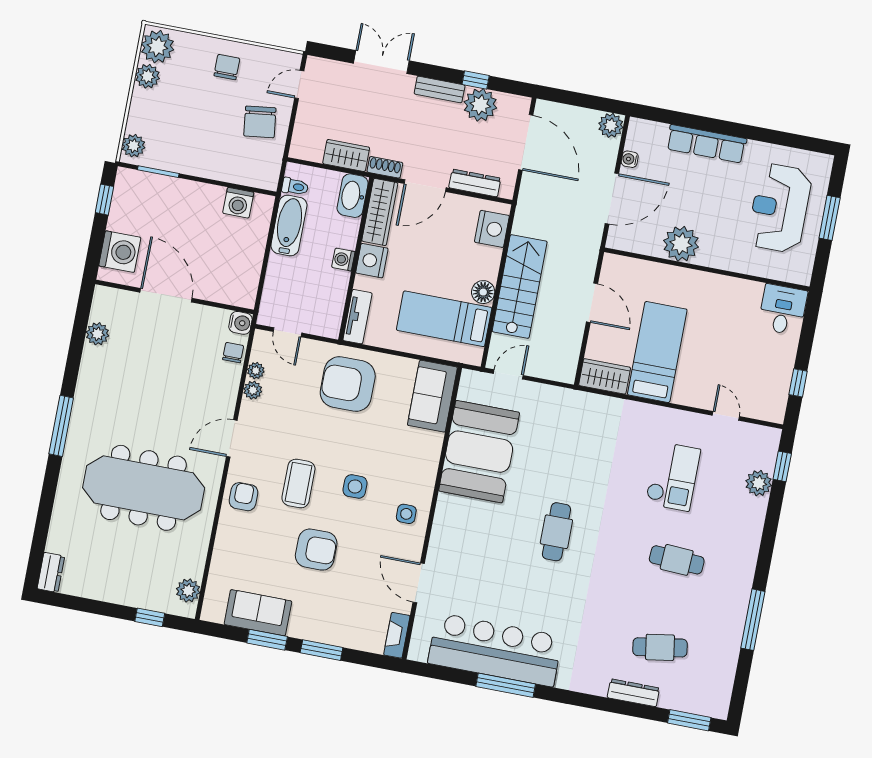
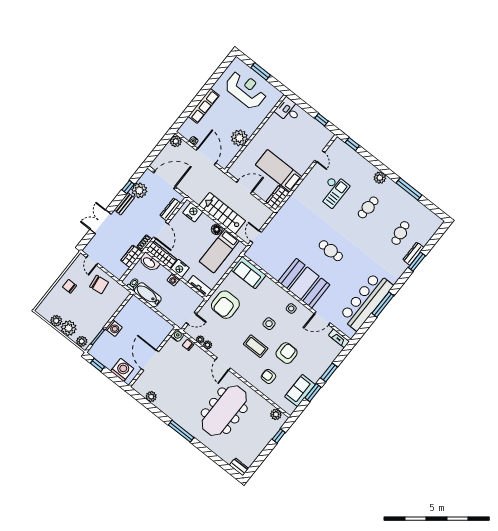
plant: (157, 47) -> (69, 328), moved
washing machine: (238, 203) -> (114, 328), moved
reception desk: (780, 208) -> (246, 90), turned 180
door: (166, 295) -> (150, 360), hinge flipped
door: (726, 416) -> (320, 156), swing flipped
booth: (479, 452) -> (304, 283), moved
checkout: (673, 476) -> (333, 191), turned 90
plant: (759, 483) -> (380, 178), moved
armchair: (244, 497) -> (268, 376), moved
window: (689, 720) -> (417, 262), moved

